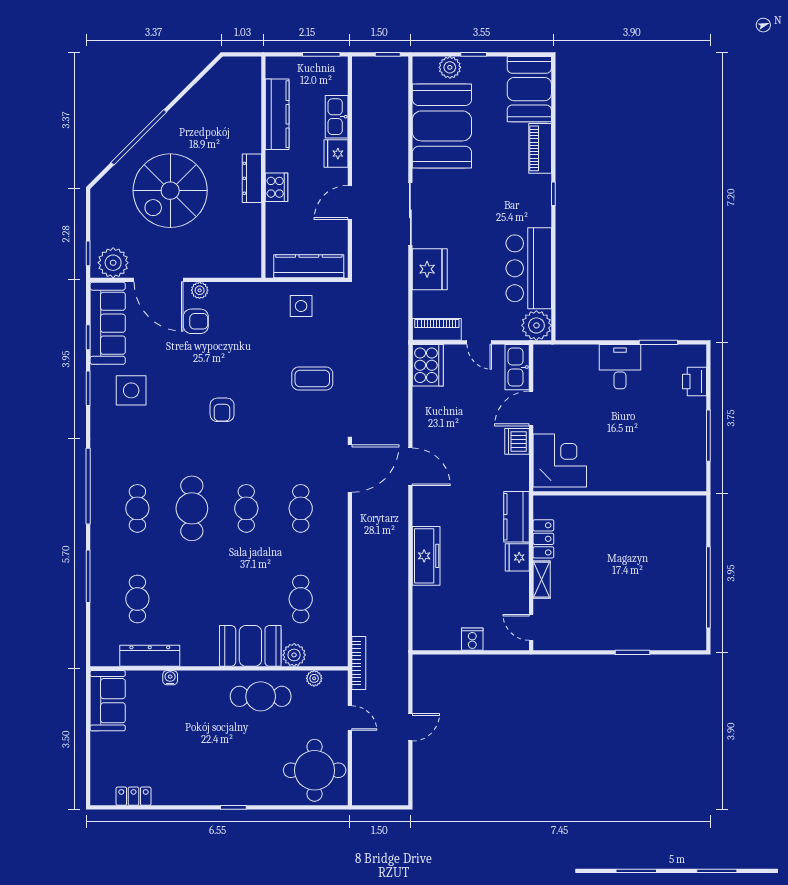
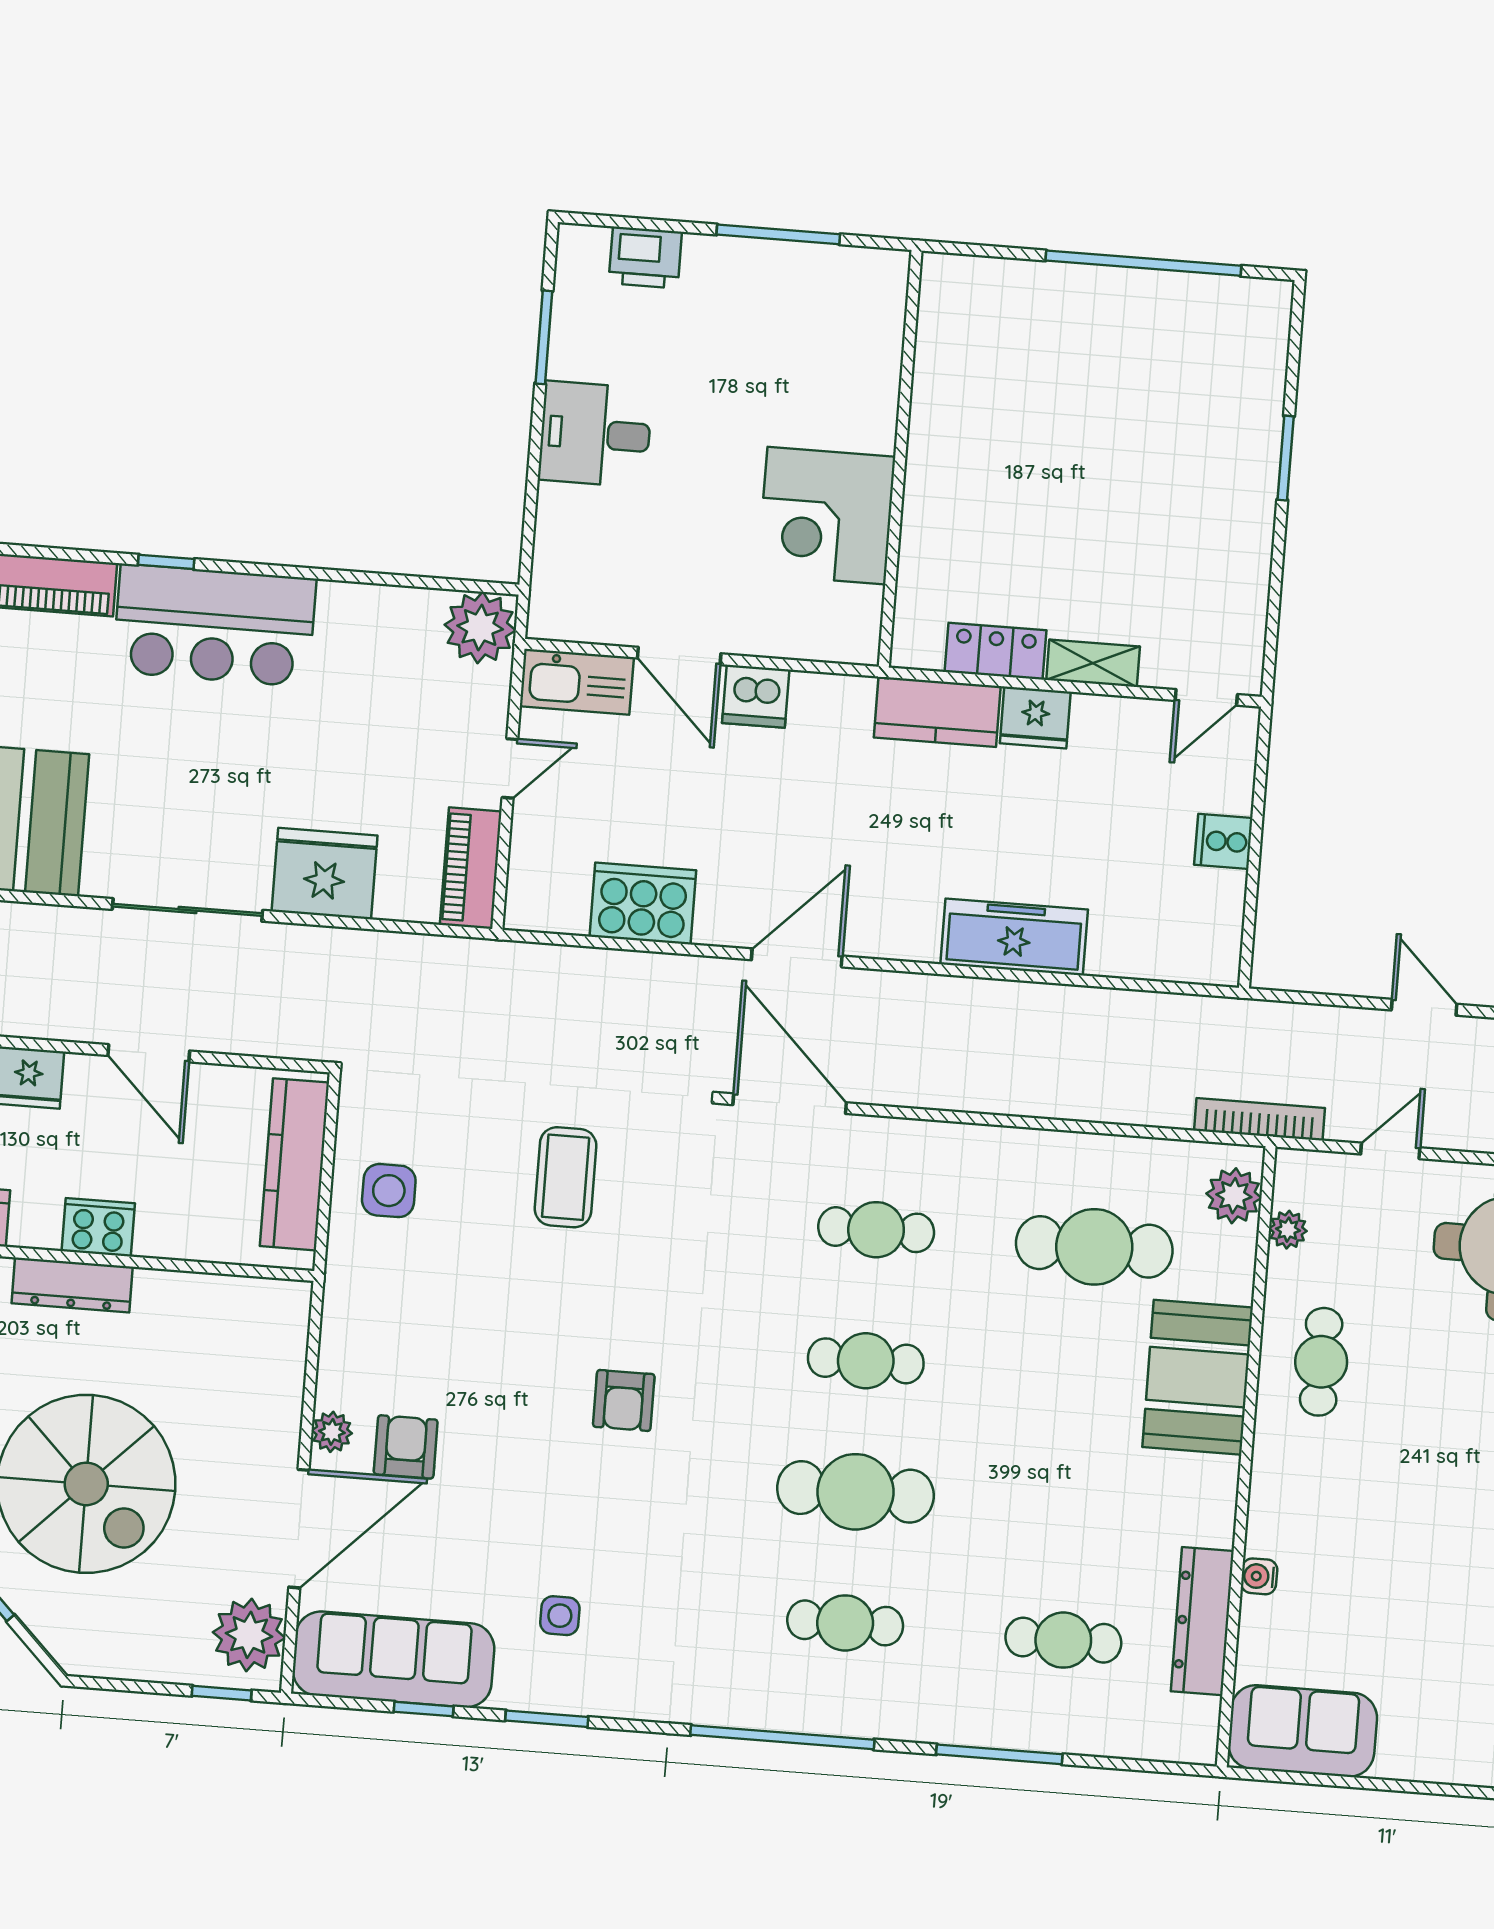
bar counter: (529, 268) -> (214, 625), moved
cooker: (428, 365) -> (643, 903), moved
side table: (131, 390) -> (560, 1616), width x0.54, depth x0.54
armchair: (222, 410) -> (624, 1400), turned 90
corner desk: (560, 460) -> (826, 516), moved, turned -90
cafe table: (301, 599) -> (1094, 1247), width x1.37, depth x1.35
plant: (294, 655) -> (1234, 1196), moved
cafe table: (261, 696) -> (1321, 1362), width x0.73, depth x0.74

